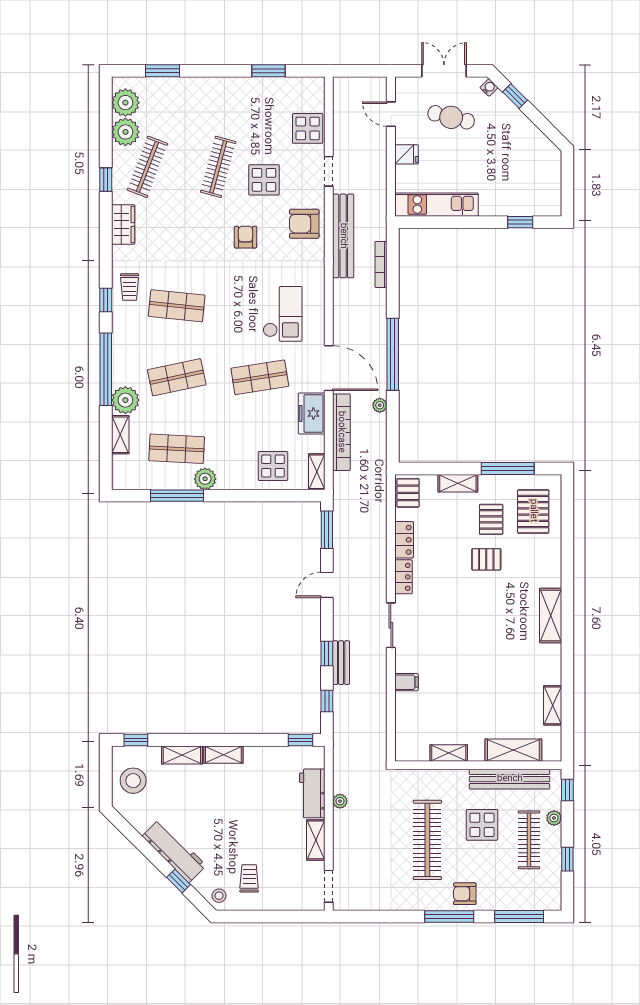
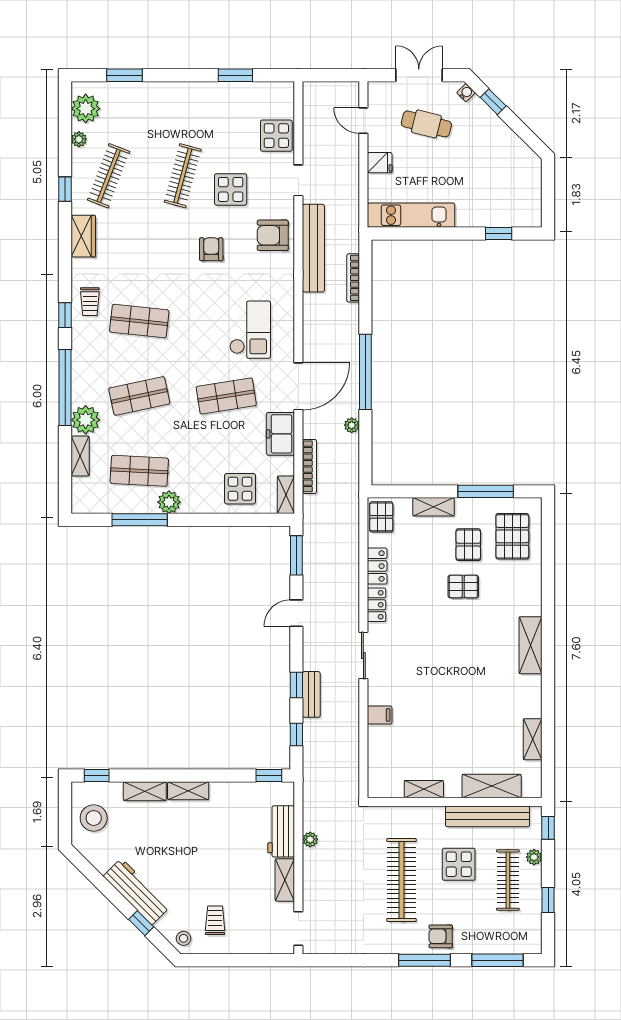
plant: (125, 132) -> (79, 139), width x0.53, depth x0.53
door: (329, 368) -> (298, 386), hinge flipped
bookcase: (341, 432) -> (309, 466), width x0.68, depth x0.76

